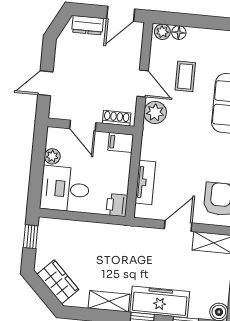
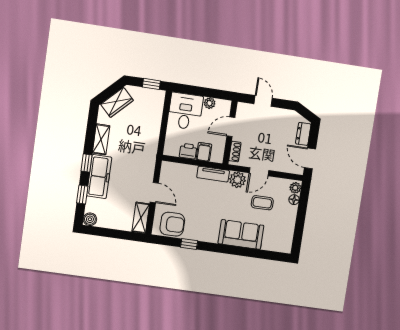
filing cabinet: (121, 142) -> (204, 152), moved
tv unit: (145, 182) -> (213, 174), moved
printer: (117, 205) -> (188, 151), moved

